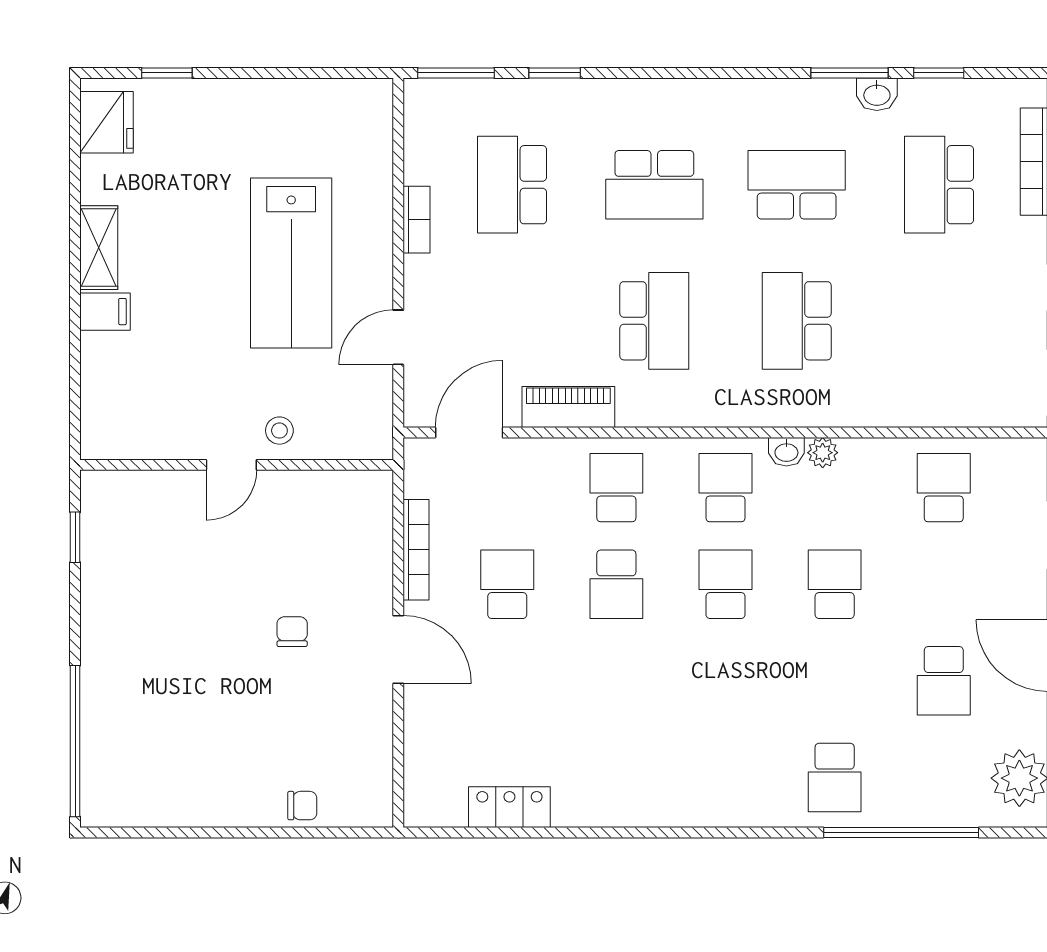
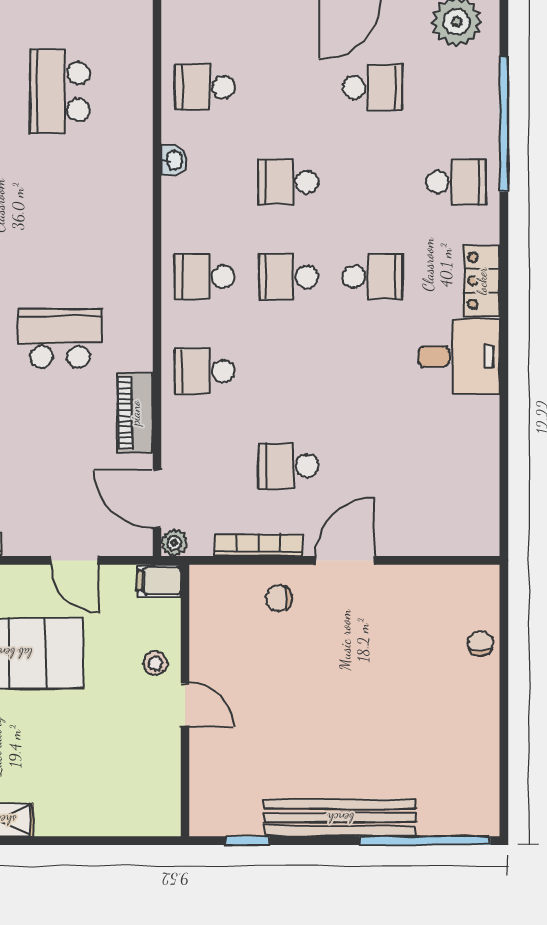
filing cabinet: (105, 312) -> (159, 581), moved, turned -90
school desk: (797, 321) -> (60, 91), moved, turned 90
washbasin: (786, 452) -> (174, 160), moved
plant: (823, 453) -> (174, 543), moved
school desk: (616, 584) -> (372, 277), moved
chair: (292, 632) -> (279, 598), moved
bench: (102, 643) -> (340, 818), added
desk: (633, 781) -> (459, 357), added
locker: (509, 807) -> (482, 281), moved

